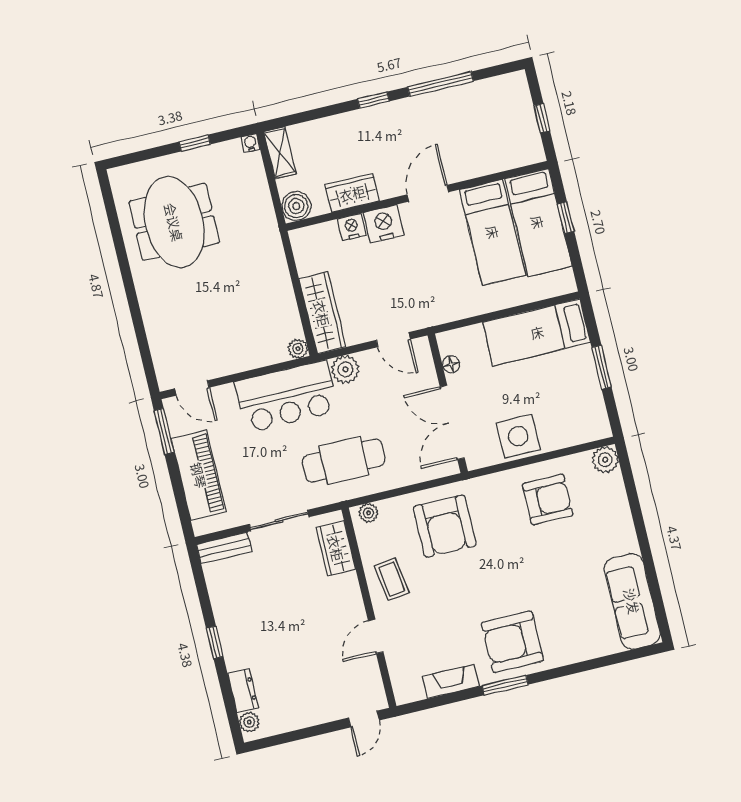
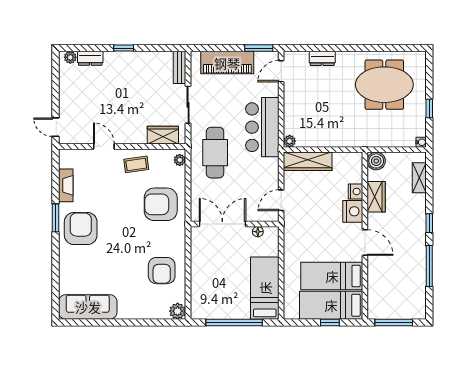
window: (542, 118) -> (394, 322), width x2.17
shelving: (280, 153) -> (419, 178), moved, turned 90
dresser: (156, 329) -> (322, 58), added
window: (602, 367) -> (234, 322), width x2.11
plant: (345, 369) -> (270, 167), removed
side table: (518, 436) -> (204, 262), removed

